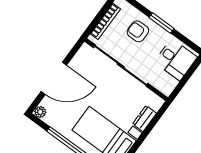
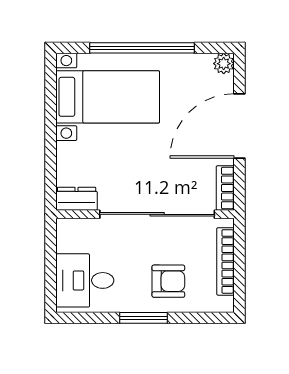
bookcase: (81, 55) -> (225, 188), added
dresser: (145, 119) -> (77, 199), moved, turned -90

